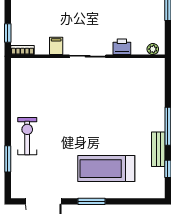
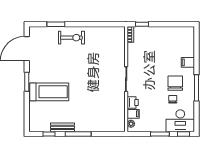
filing cabinet: (56, 46) -> (133, 114), moved
treadmill: (106, 169) -> (49, 92), turned 90

